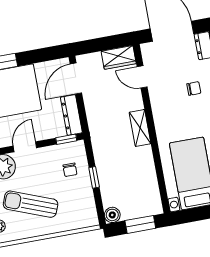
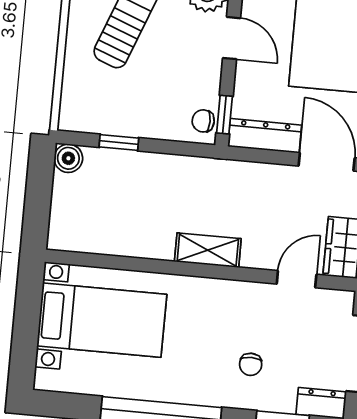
chair: (70, 170) -> (203, 121), moved
window: (94, 177) -> (119, 143), moved
window: (140, 224) -> (38, 203), removed

